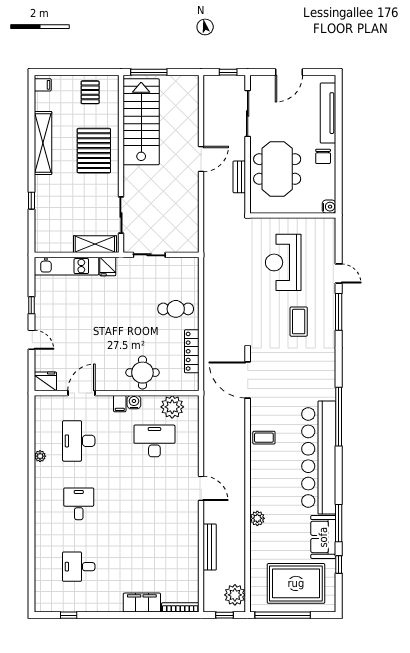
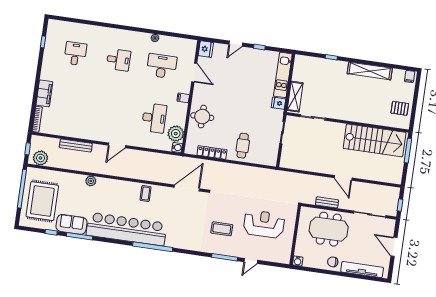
pallet: (94, 151) -> (359, 105), removed
water cooler: (134, 402) -> (177, 147), moved

